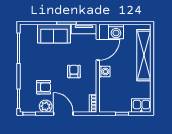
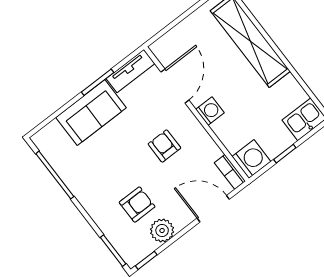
washing machine: (116, 32) -> (251, 159), moved, turned -90
door: (63, 114) -> (213, 209), moved

